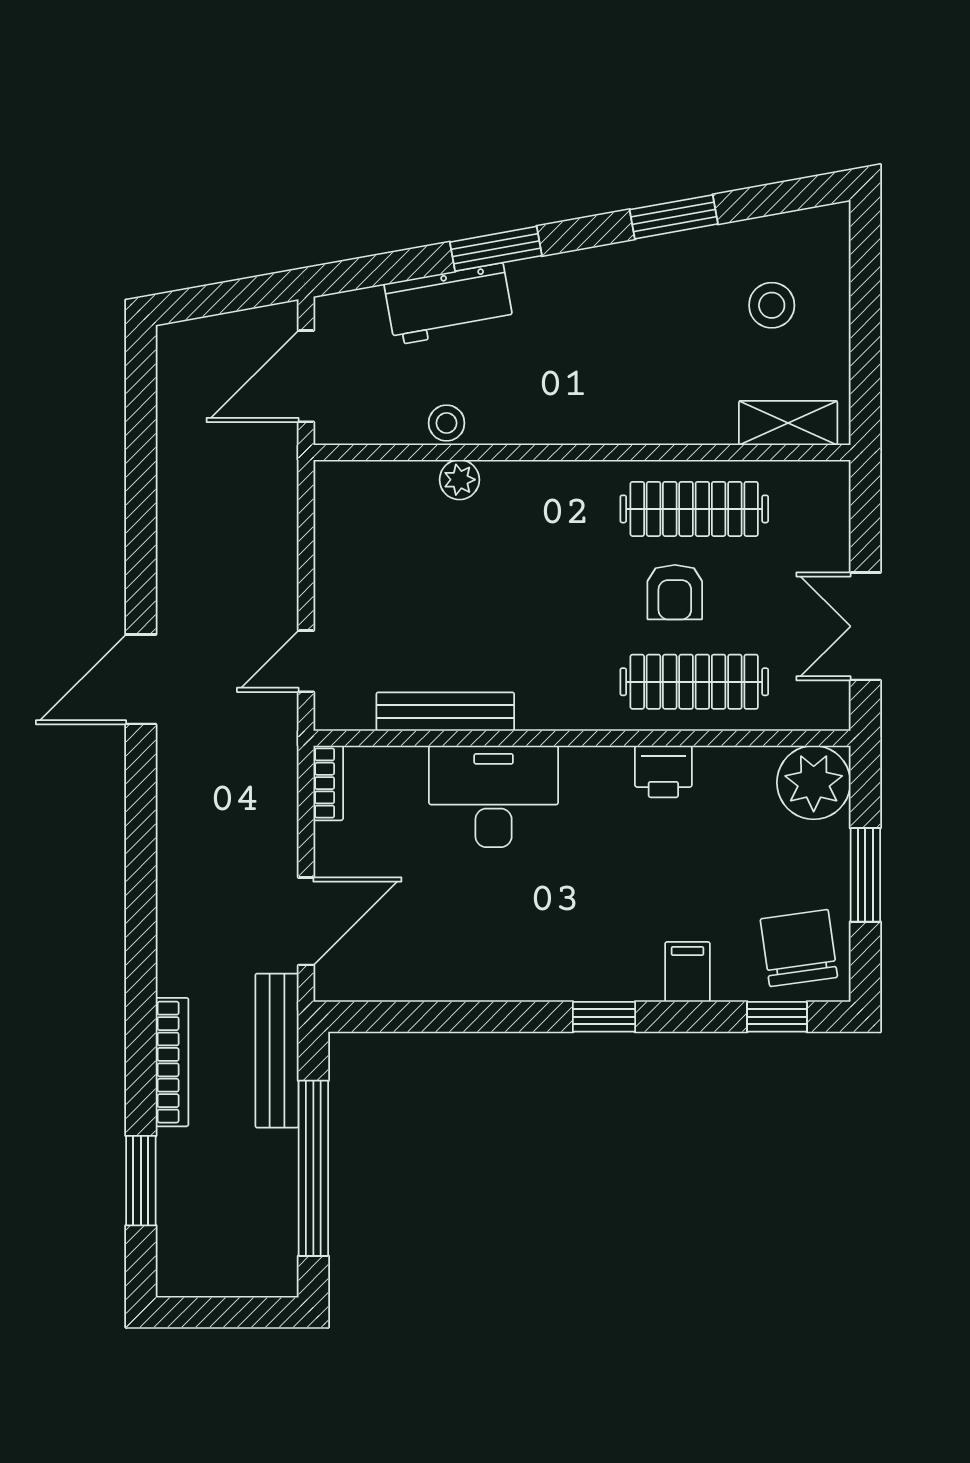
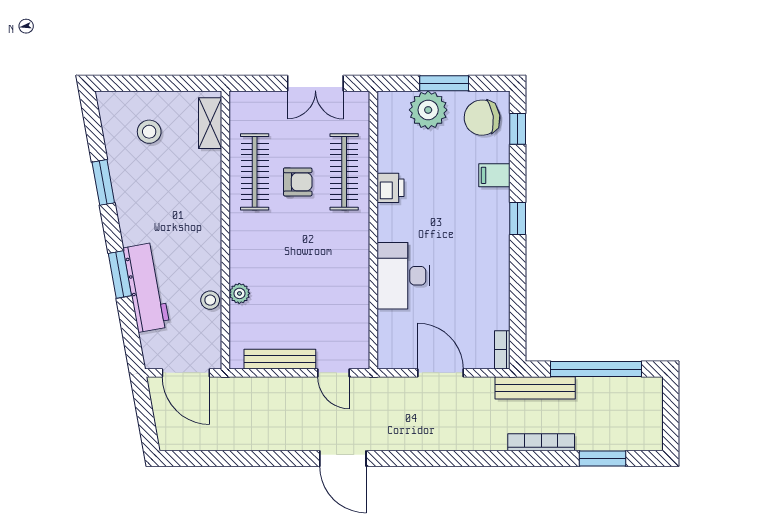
workbench: (449, 304) -> (146, 287), width x1.38
bench: (445, 712) -> (280, 359), moved, turned 90
plant: (814, 782) -> (428, 110), moved
bookcase: (328, 783) -> (502, 350), moved, turned -90
door: (306, 921) -> (441, 373), moved

